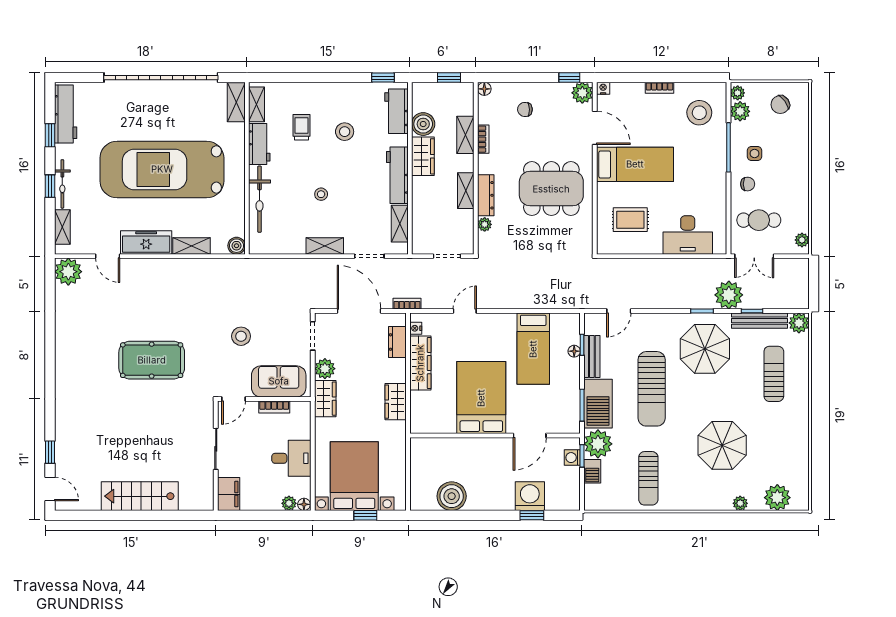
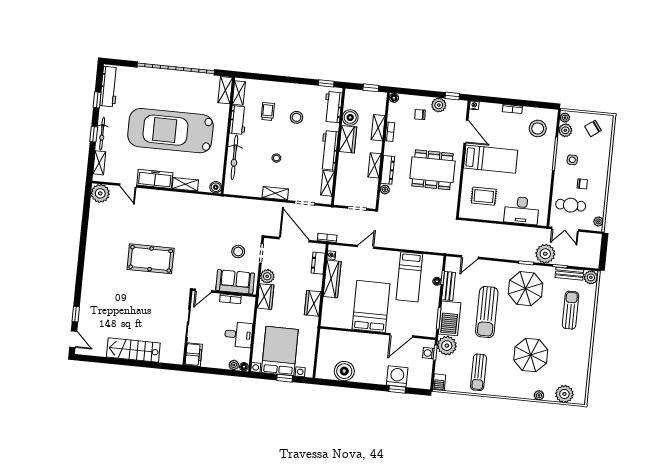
plant: (582, 93) -> (439, 105), moved
chair: (748, 184) -> (582, 184), moved
bench: (760, 321) -> (569, 274), width x0.73
stool: (241, 336) -> (238, 252), moved
barbecue: (592, 471) -> (439, 382), moved

